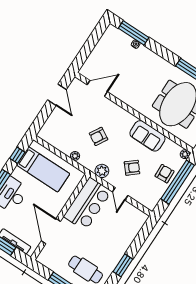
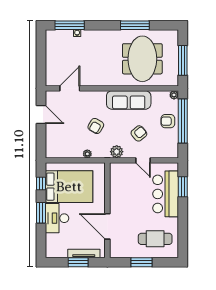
sofa: (147, 136) -> (129, 100), width x1.36
bed: (43, 169) -> (69, 187), width x1.50
armchair: (165, 174) -> (168, 121), turned -87
bar counter: (88, 204) -> (166, 194), moved, turned 180
window: (123, 265) -> (183, 187), moved

